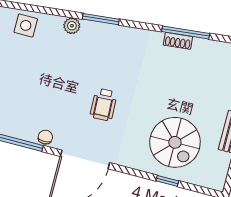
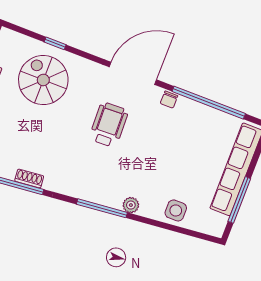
window: (101, 19) -> (102, 208), width x1.44
wheelchair: (104, 105) -> (109, 125), width x1.36, depth x1.37

